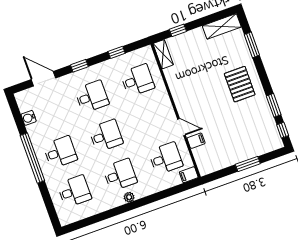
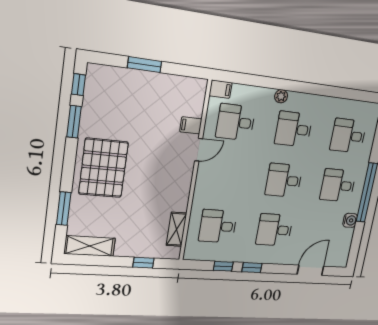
shelving: (163, 54) -> (177, 229), moved
window: (79, 66) -> (252, 268), moved
door: (43, 79) -> (310, 270), swing flipped
pallet: (240, 84) -> (103, 168), width x1.37, depth x1.41
water cooler: (29, 118) -> (350, 220), moved
door: (182, 127) -> (199, 150), swing flipped
plant: (129, 197) -> (281, 96), moved

